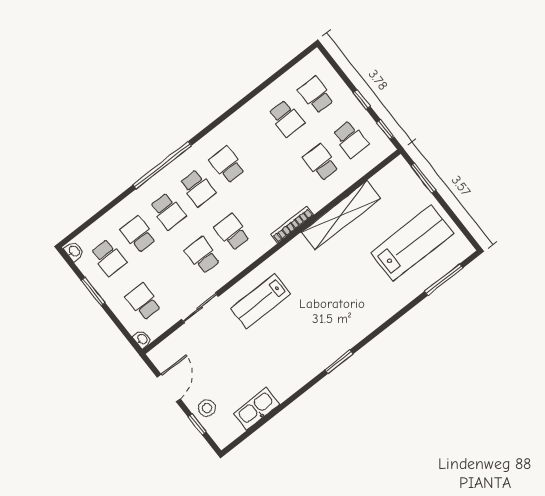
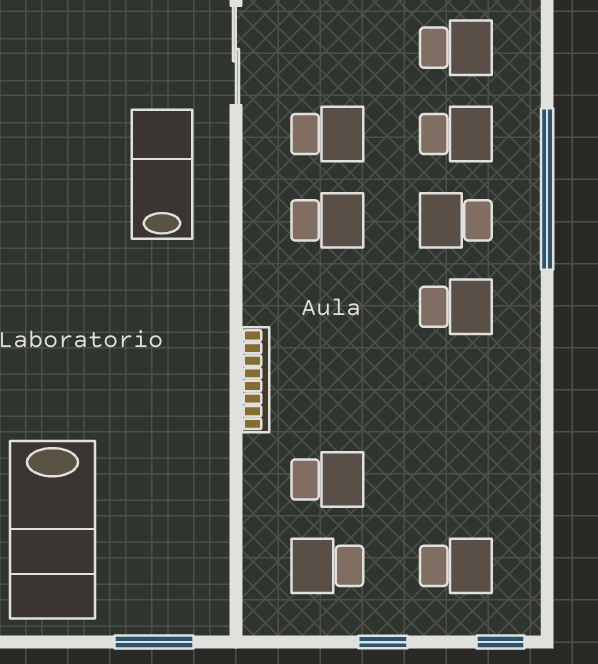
school desk: (286, 118) -> (456, 479), removed
window: (385, 130) -> (500, 642), moved
school desk: (168, 211) -> (456, 134), turned 180
shelving: (341, 215) -> (203, 441), removed
bookcase: (292, 225) -> (256, 380), moved

